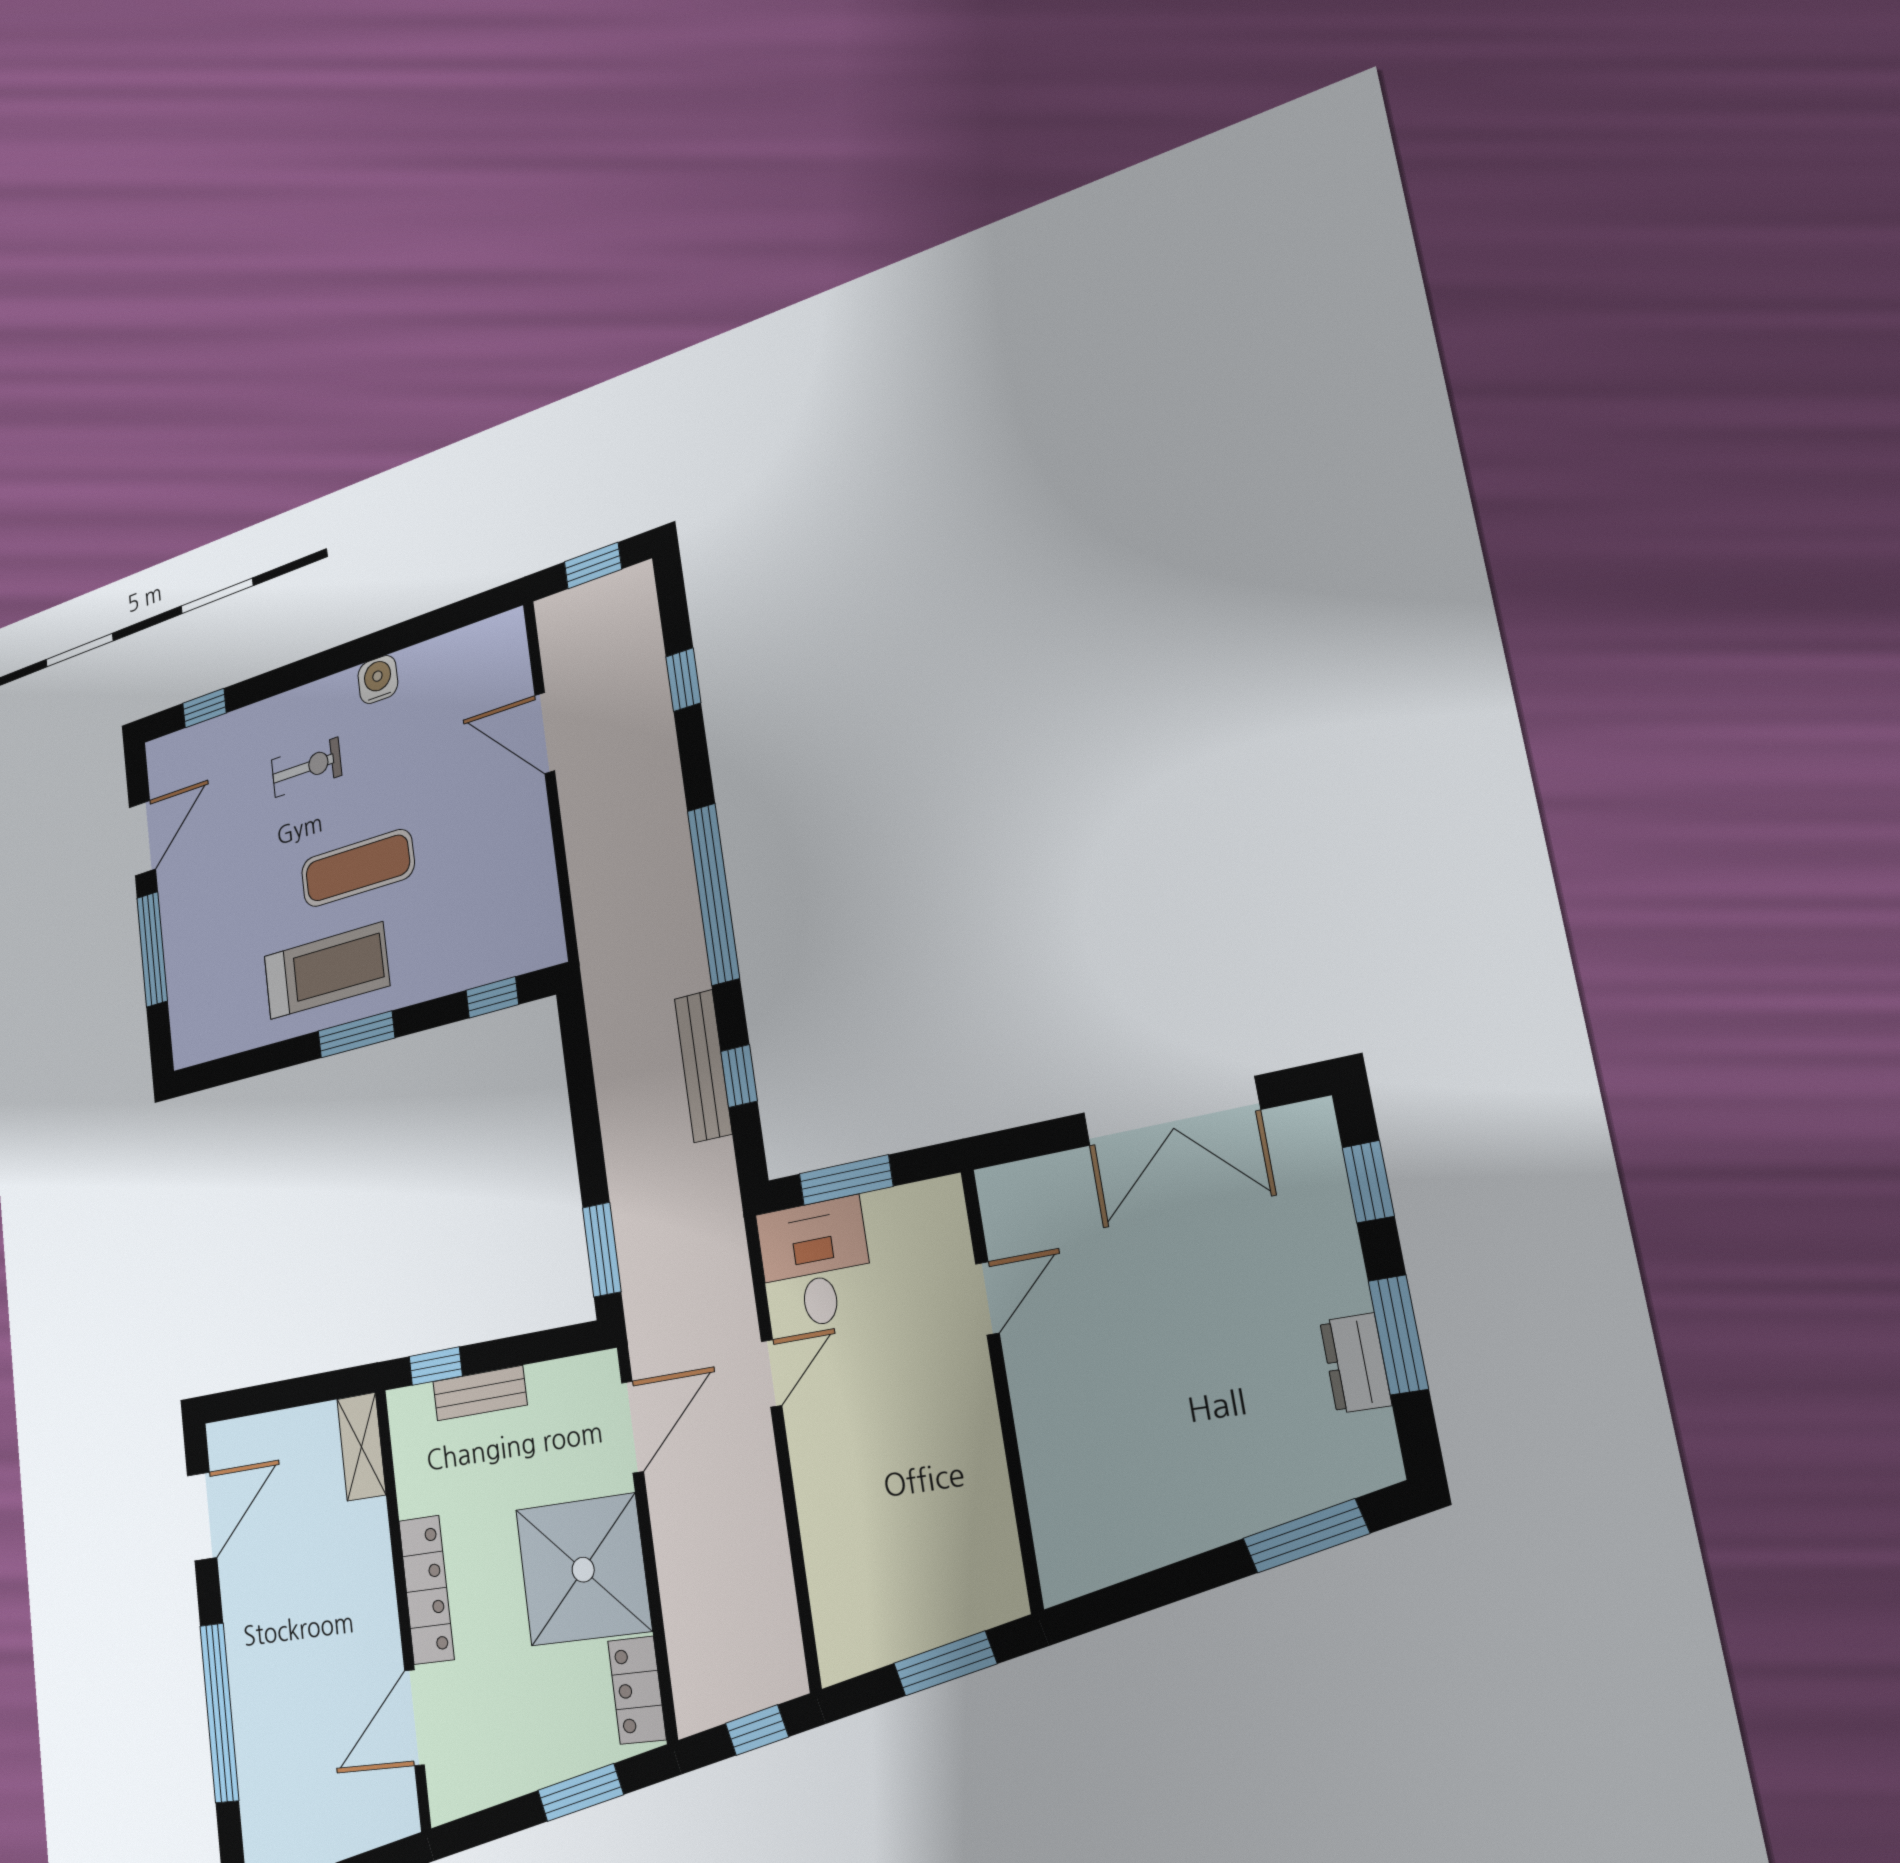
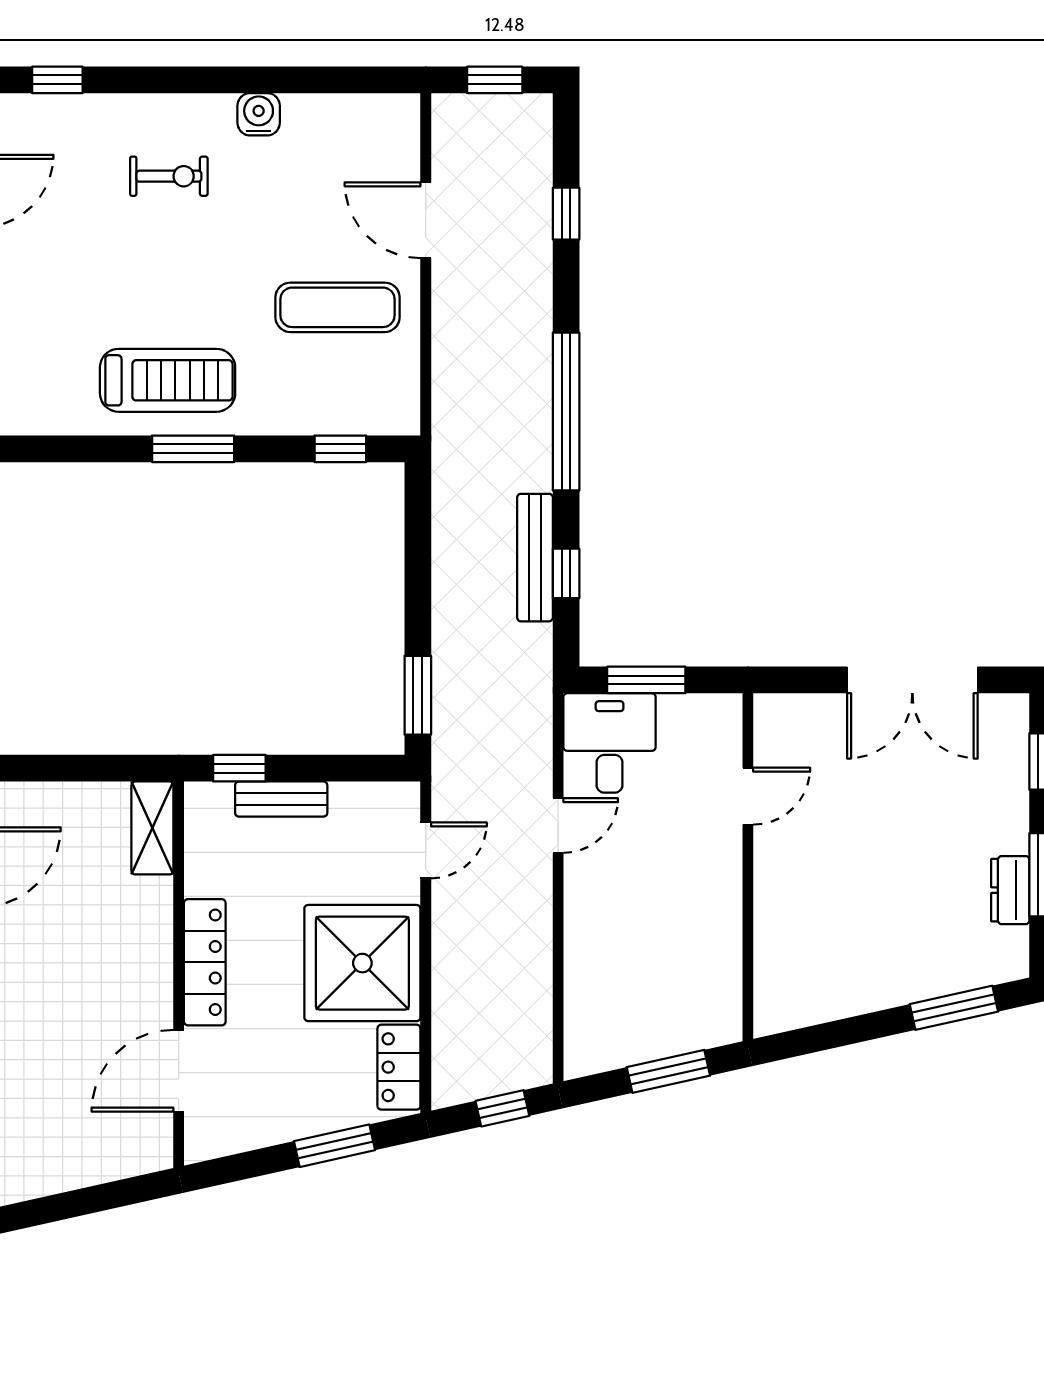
exercise mat: (357, 868) -> (338, 307), moved
door: (633, 1427) -> (426, 850), width x0.73

